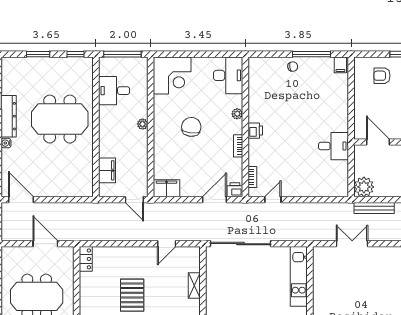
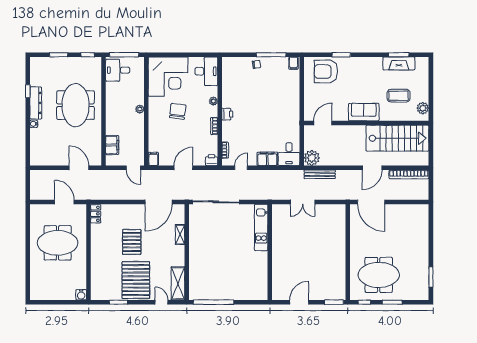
corner desk: (172, 76) -> (168, 77), width x1.36, depth x1.36
armchair: (382, 76) -> (326, 71), width x1.88, depth x1.88
desk: (114, 91) -> (118, 70), moved
meeting table: (60, 119) -> (76, 105), turned 90
door: (378, 142) -> (323, 123), hinge flipped
desk: (334, 146) -> (289, 154), moved, turned 90
filing cabinet: (167, 188) -> (153, 159), width x0.50
filing cabinet: (307, 188) -> (267, 159), added
door: (21, 200) -> (79, 168), moved
door: (215, 200) -> (183, 168), moved
door: (167, 244) -> (158, 202), width x1.88
double door: (352, 244) -> (303, 202), swing flipped

